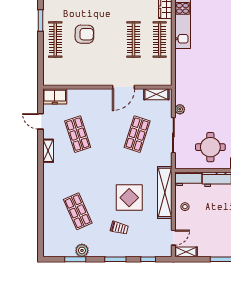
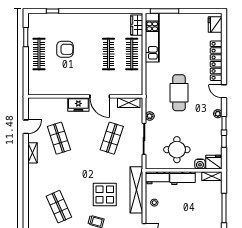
cafe table: (213, 83) -> (179, 93), added
door: (124, 87) -> (100, 96), hinge flipped
freezer: (55, 96) -> (78, 104), moved
door: (40, 121) -> (26, 127), swing flipped

